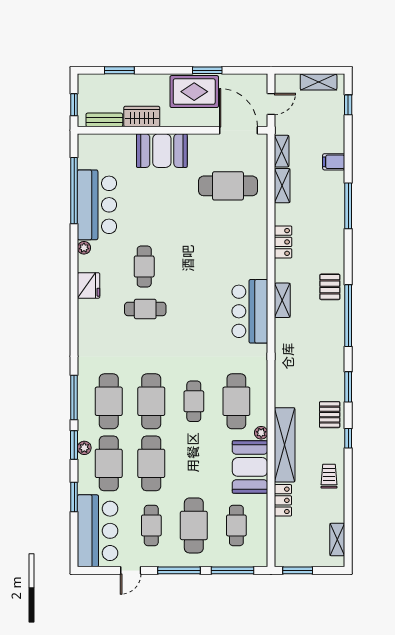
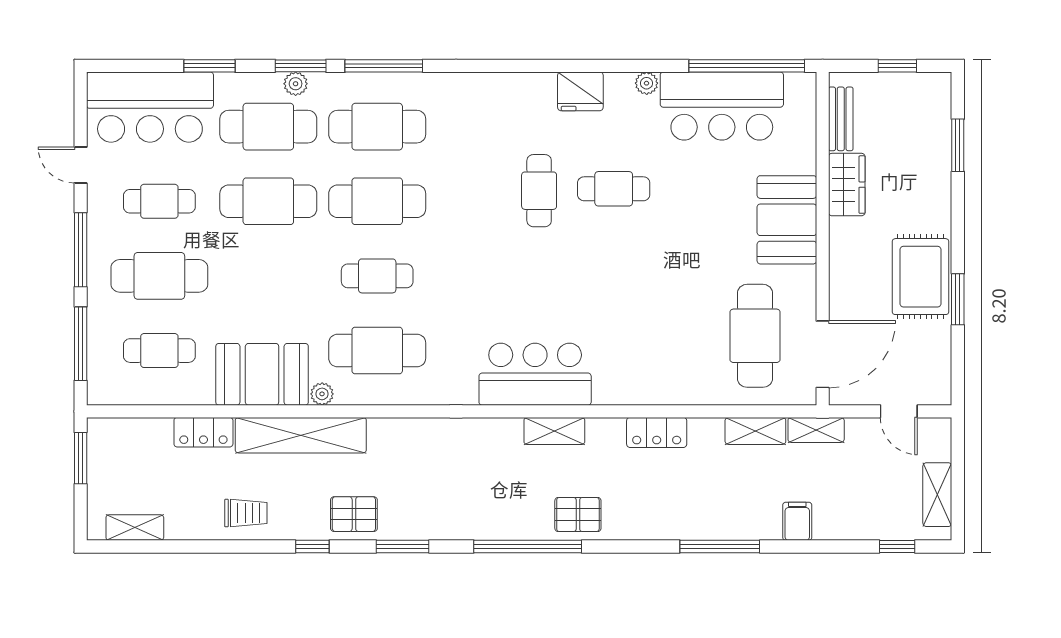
wardrobe: (142, 116) -> (847, 185), moved
bench: (104, 120) -> (841, 119), moved
wall: (173, 130) -> (823, 239), moved
door: (238, 130) -> (823, 354), moved
booth: (162, 151) -> (787, 220), moved

